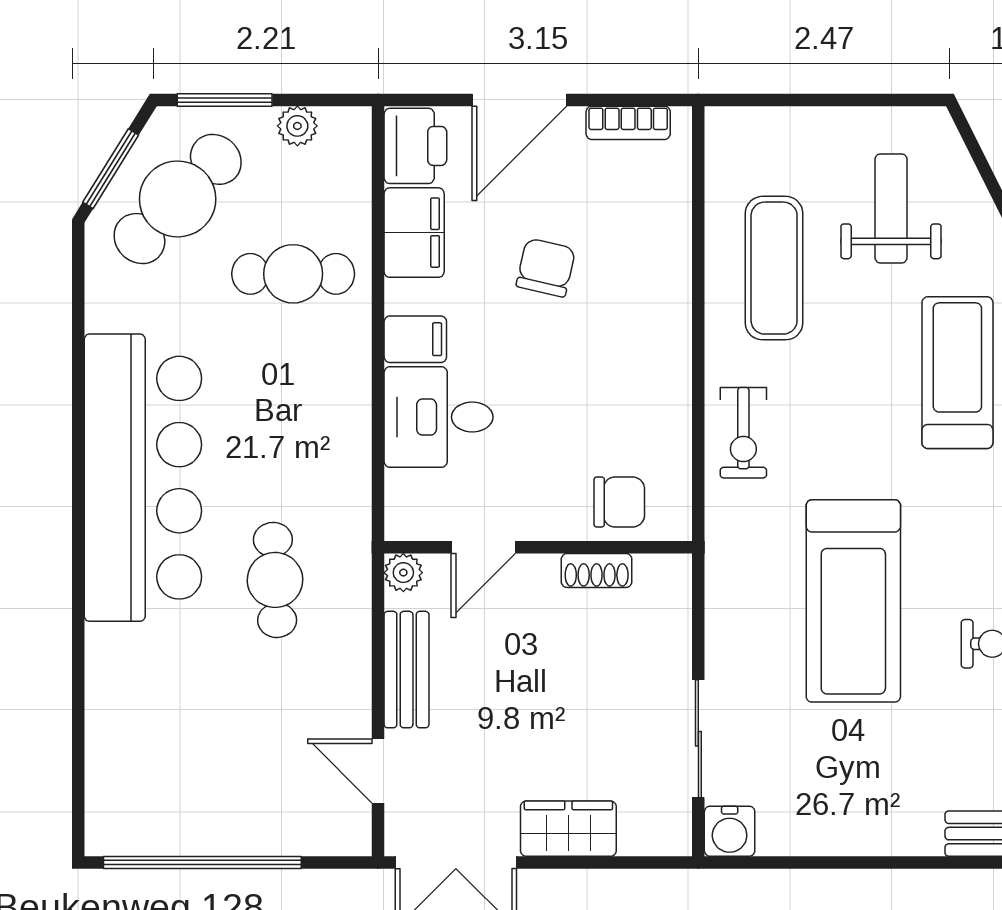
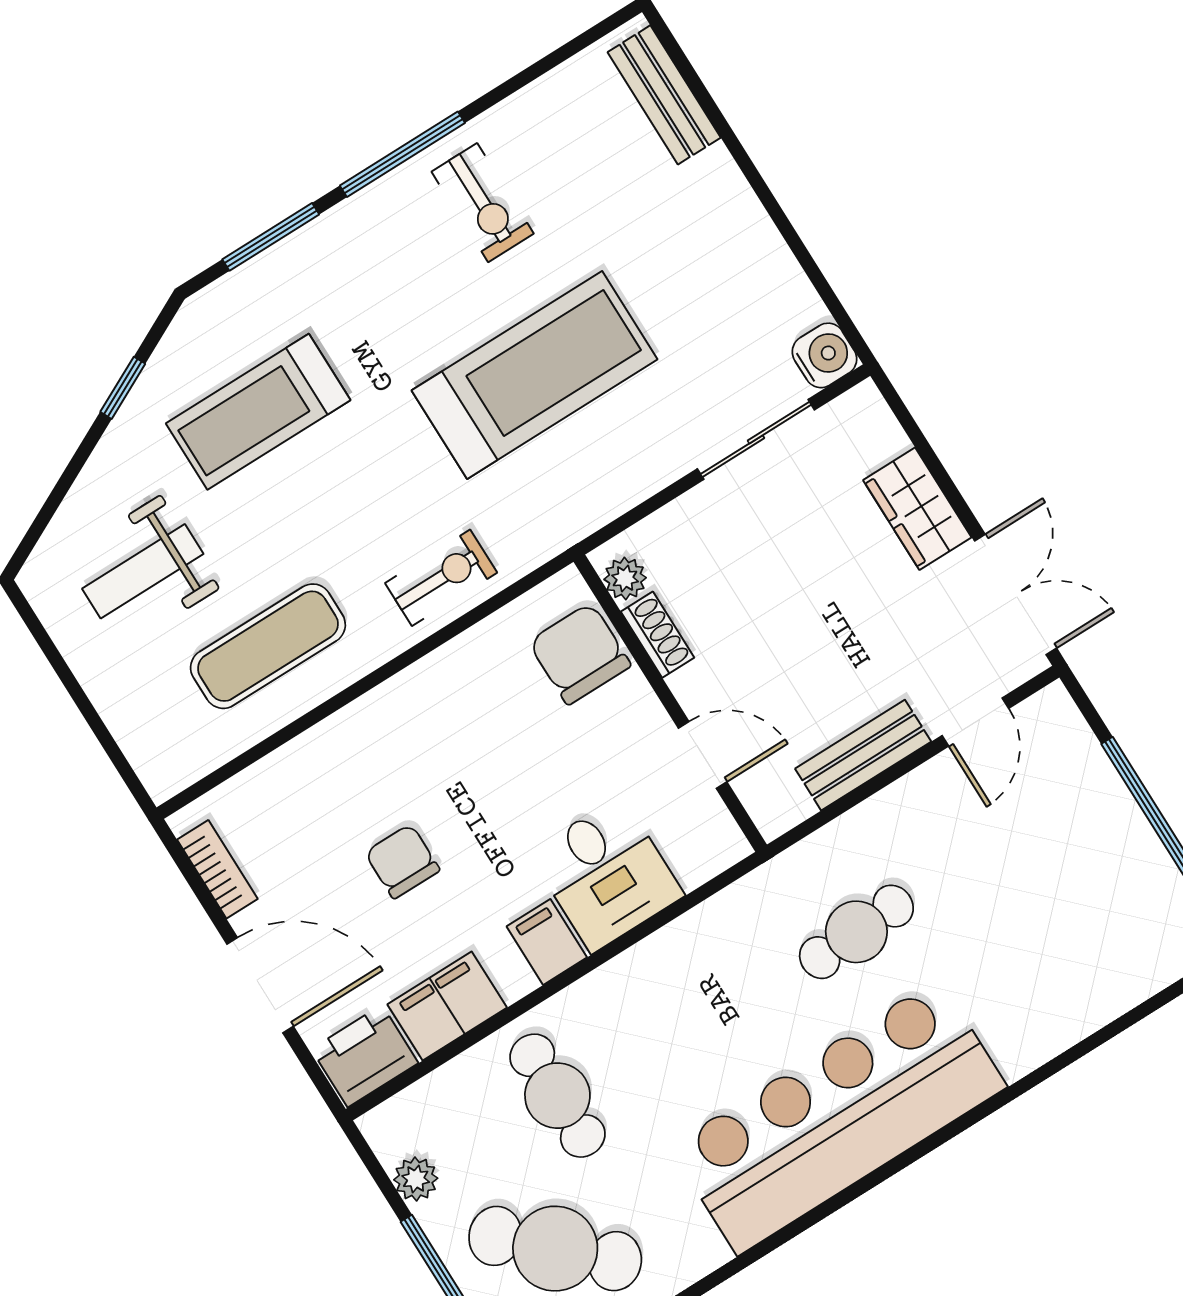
chair: (546, 268) -> (402, 861), turned 77
chair: (619, 502) -> (580, 654), width x1.37, depth x1.37
plant: (403, 573) -> (625, 578), moved

